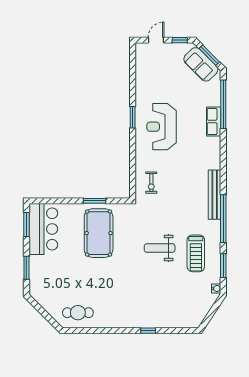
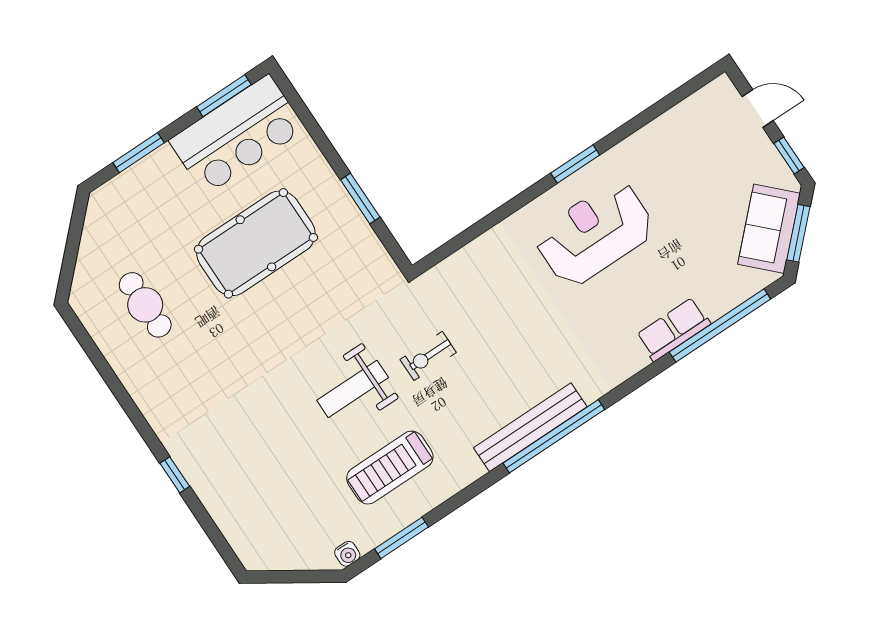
exercise bike: (151, 183) -> (428, 356), moved
window: (223, 219) -> (554, 436), moved
pool table: (99, 233) -> (256, 243), moved
weight bench: (160, 248) -> (353, 389), turned -90
cafe table: (78, 313) -> (145, 305), moved

